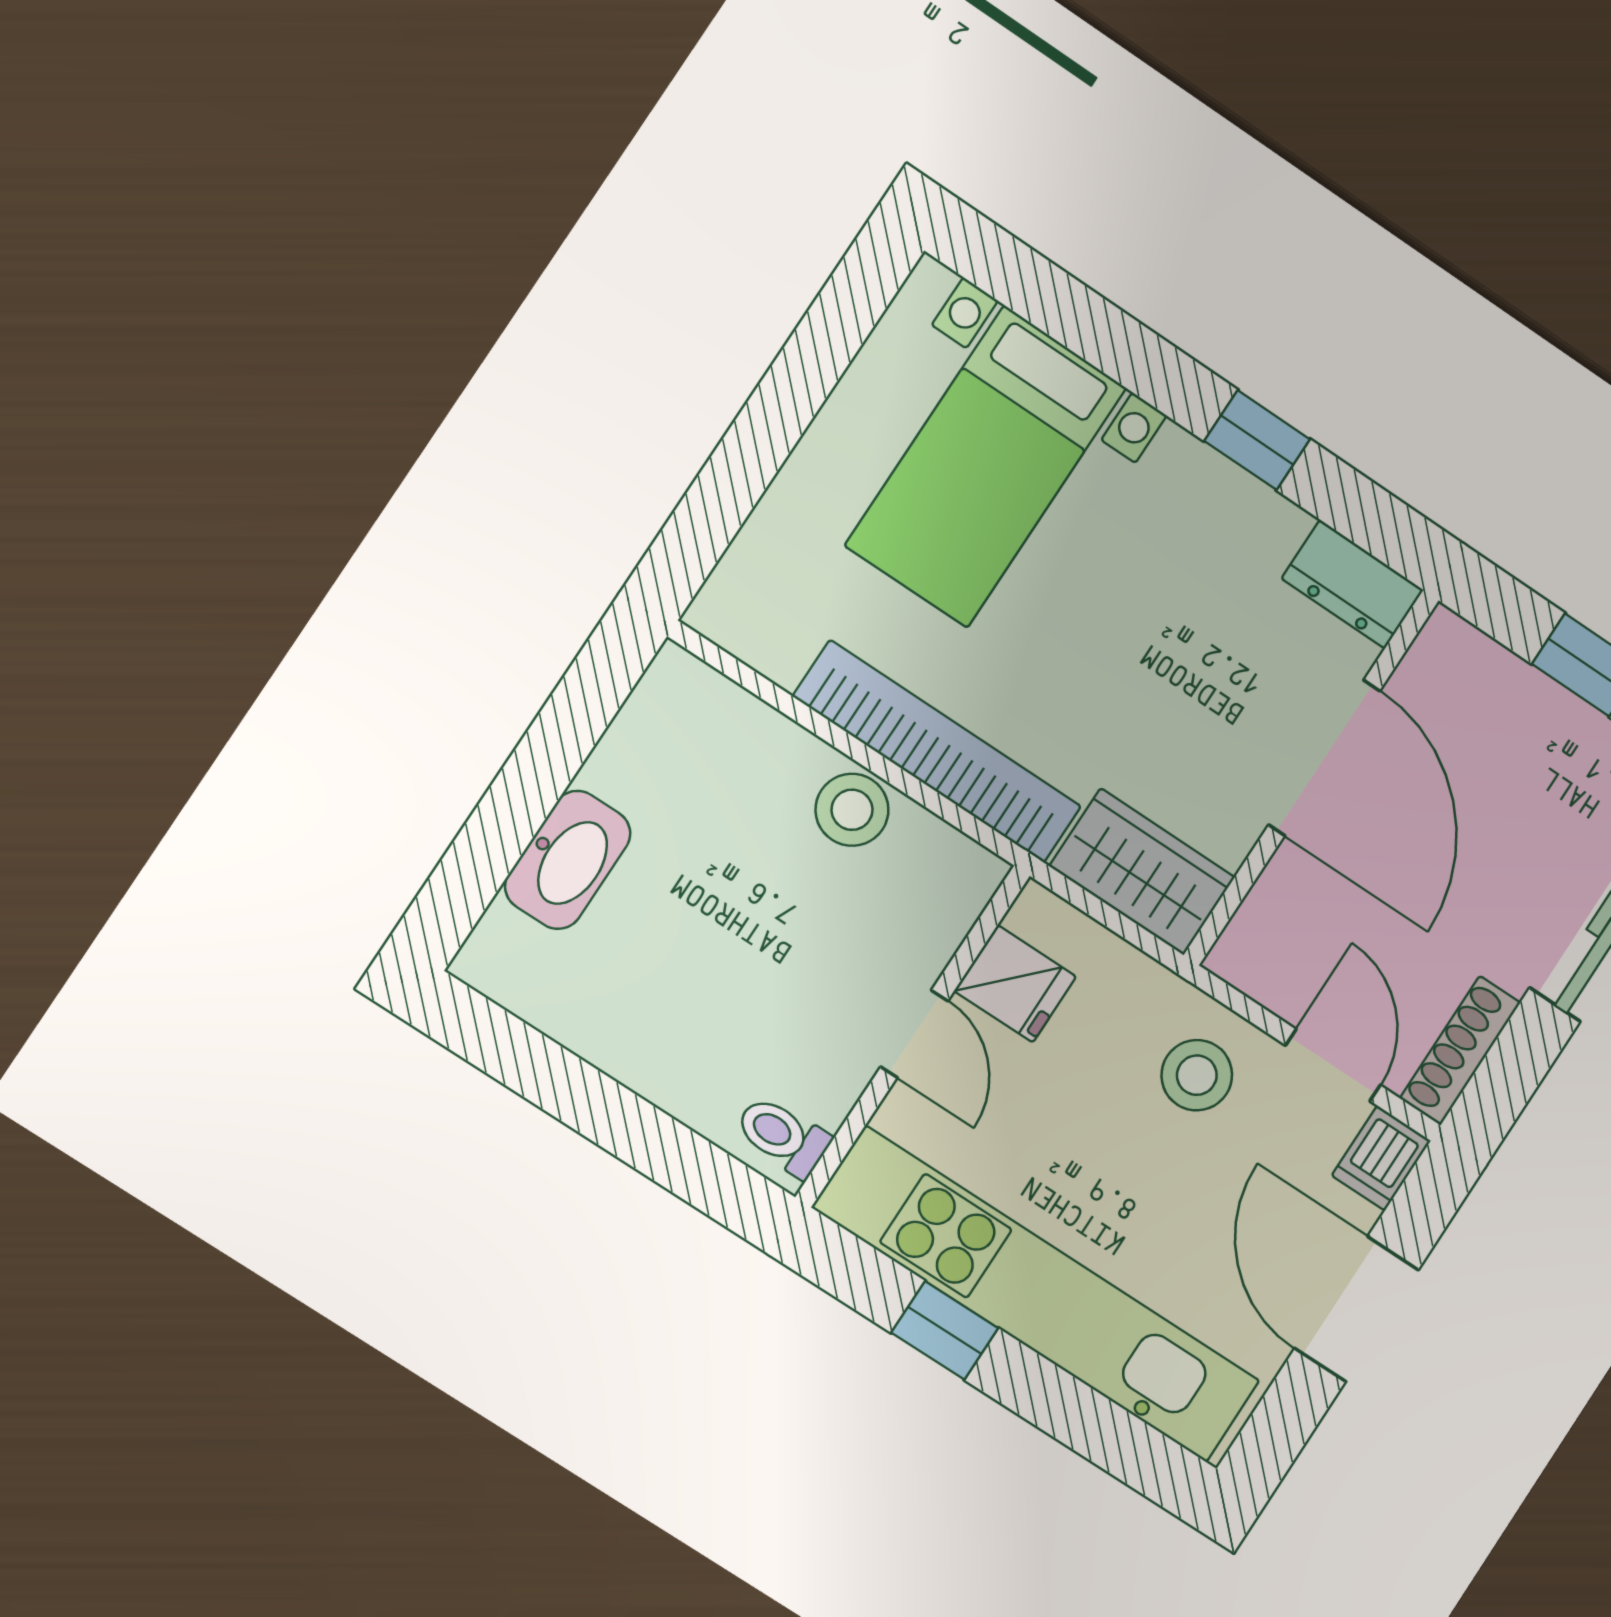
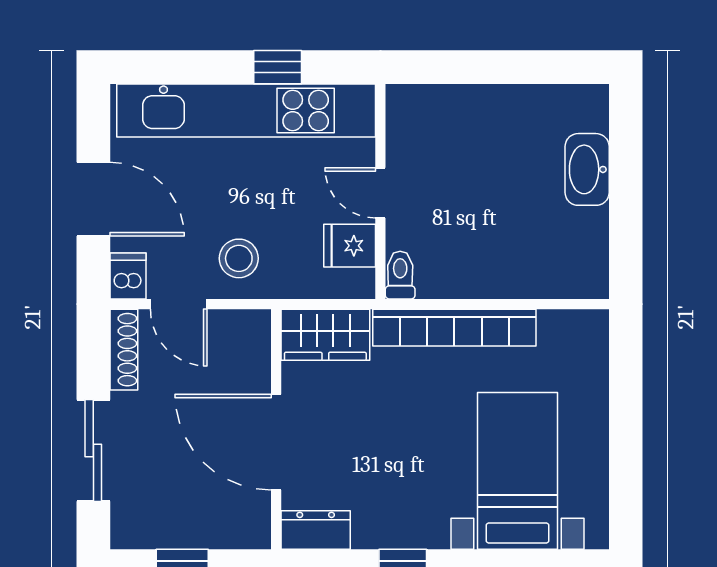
stool: (852, 810) -> (475, 276), removed
toilet: (783, 1136) -> (400, 275), moved, turned -90

